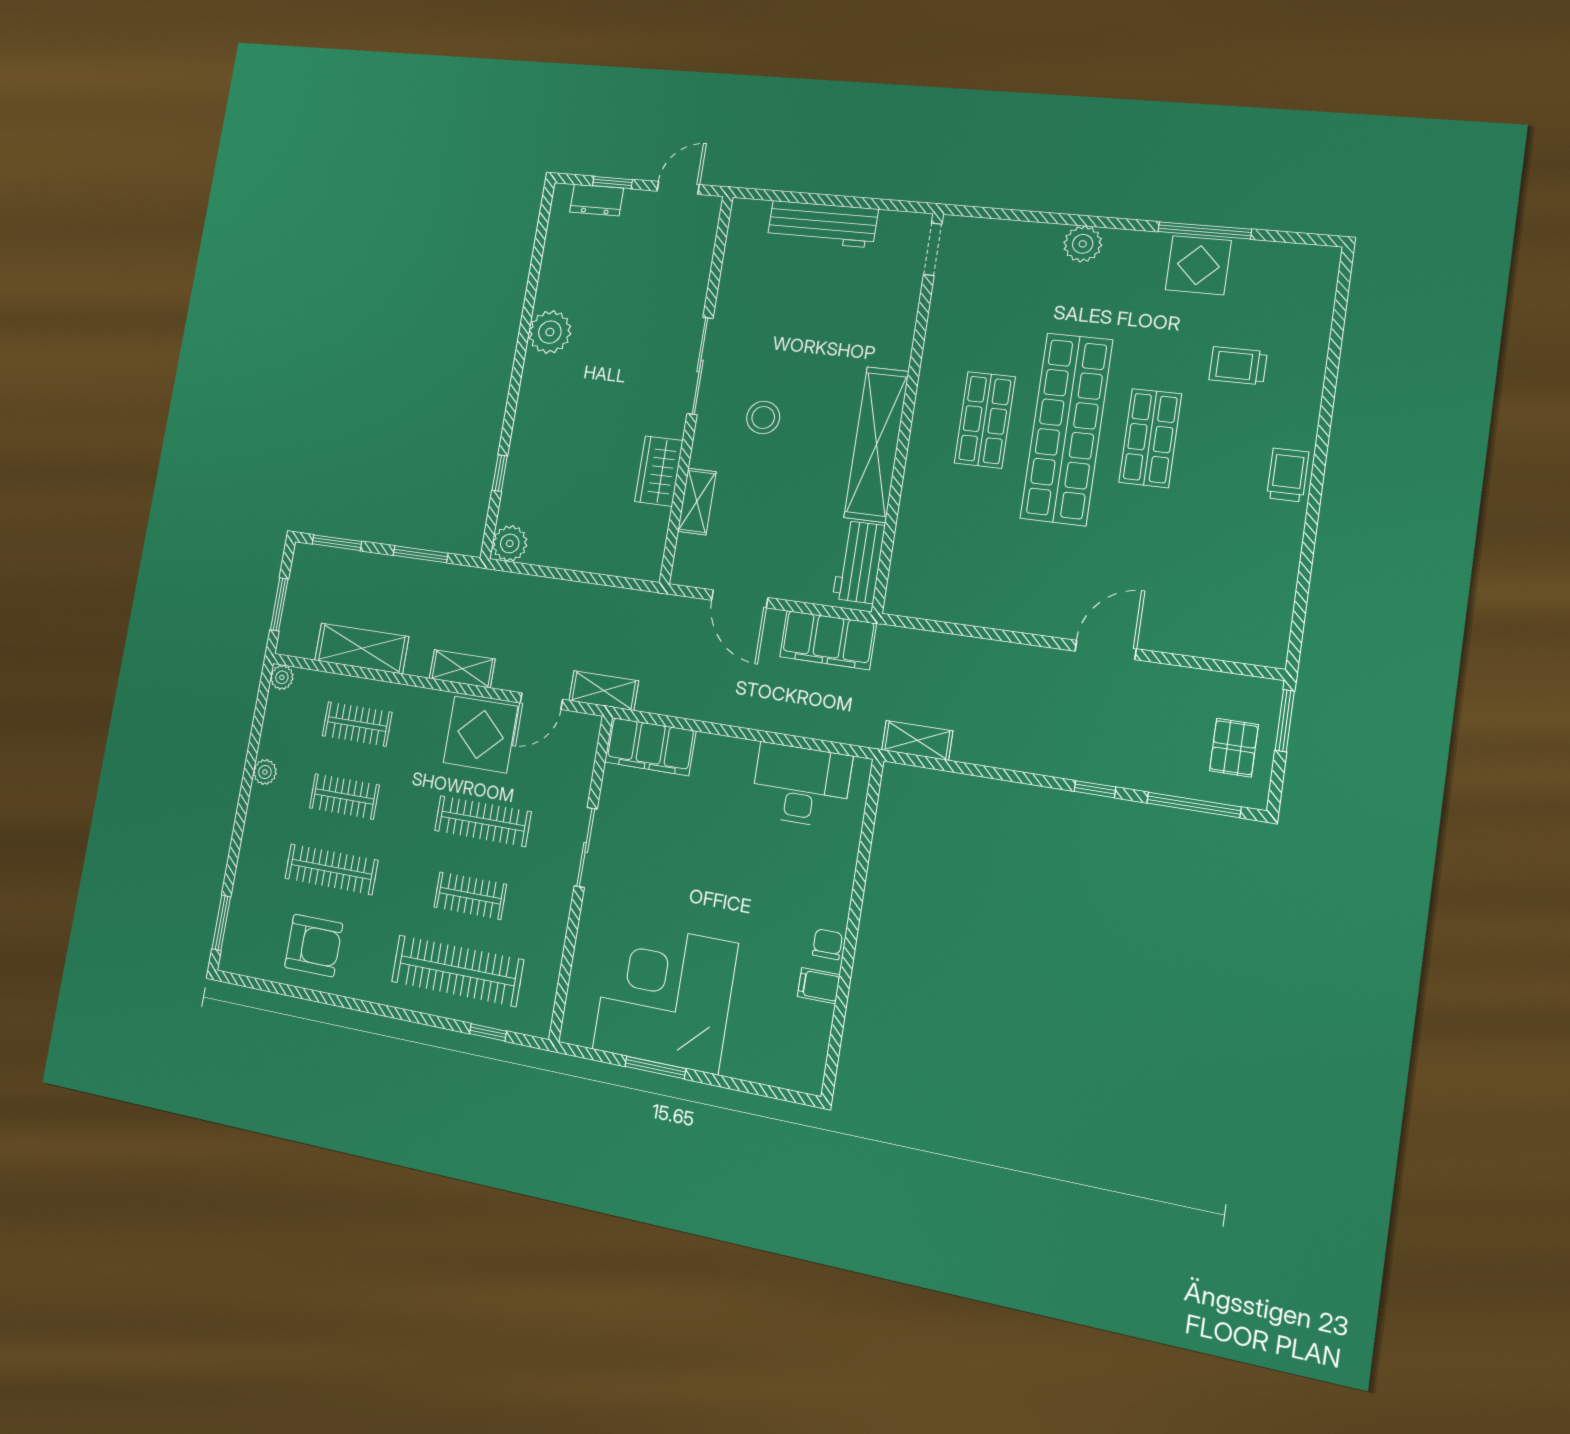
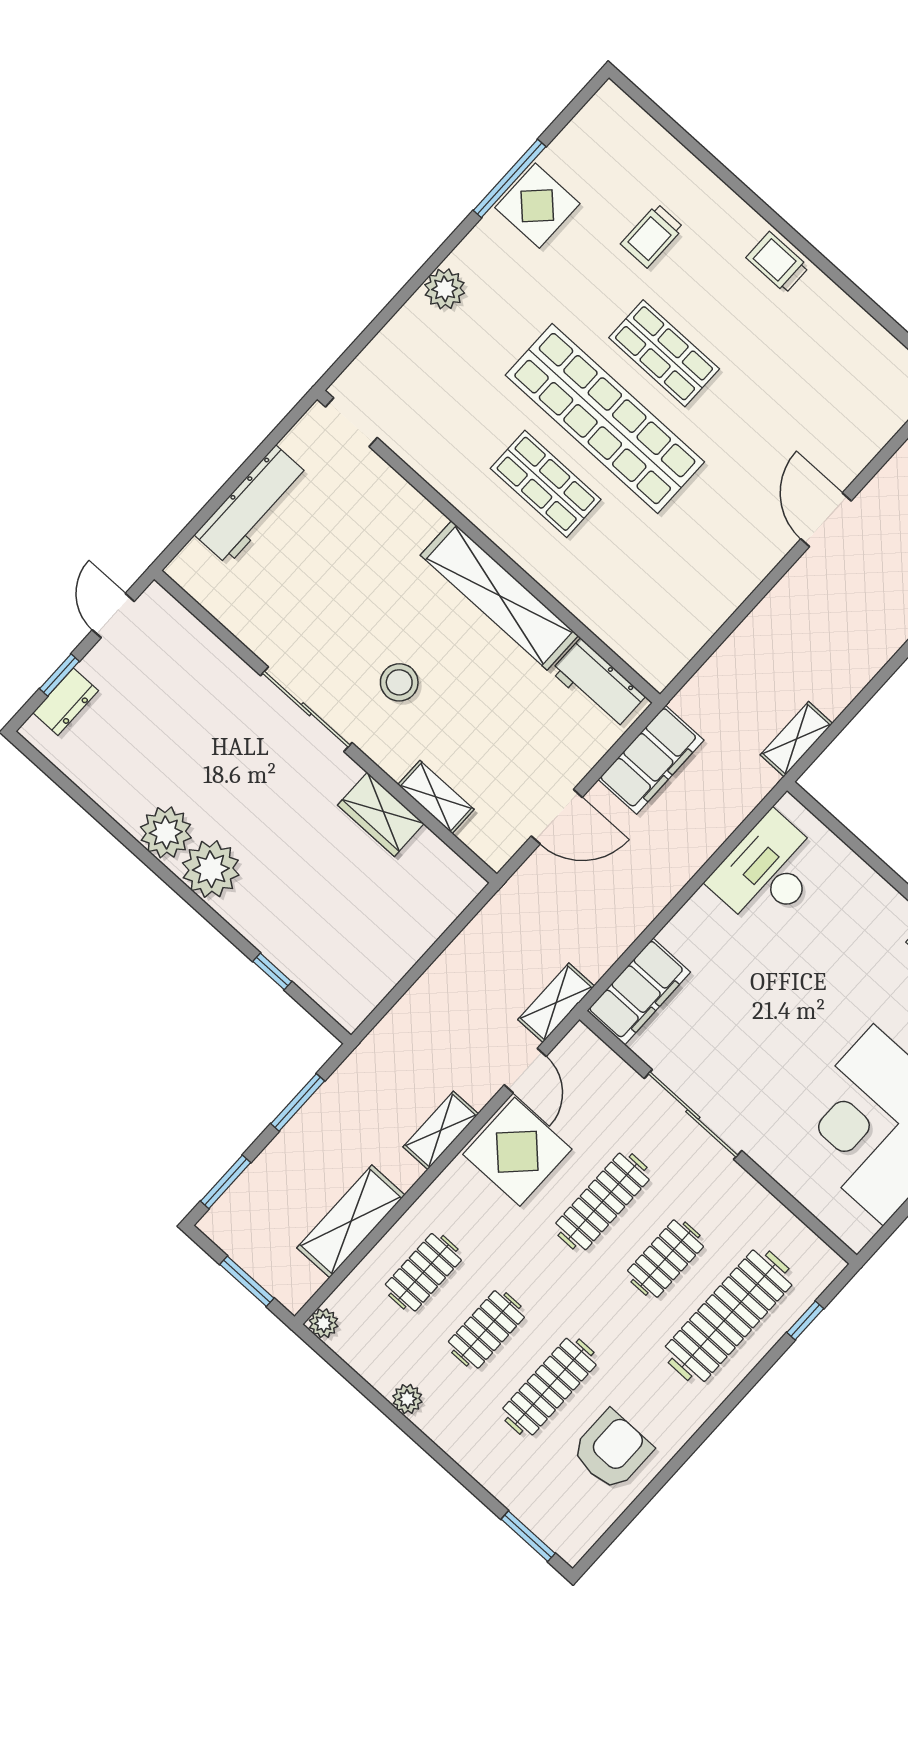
plant: (510, 543) -> (211, 869), moved, width x1.36, depth x1.36
sliding door: (586, 847) -> (693, 1114), width x1.37

